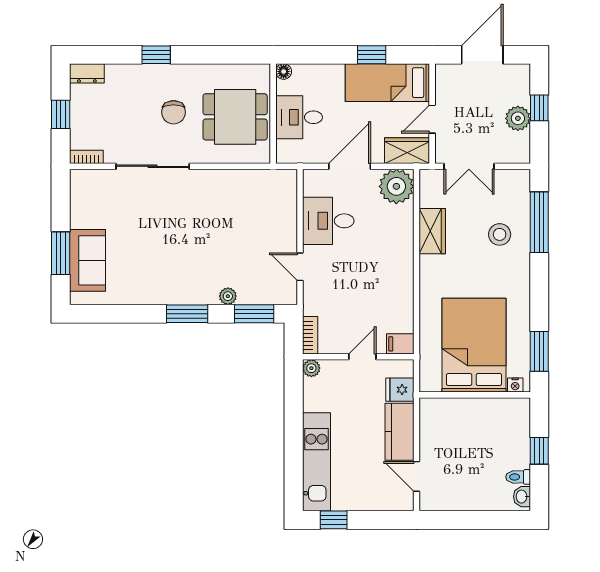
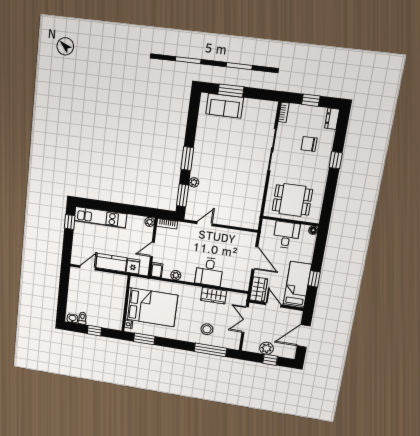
door: (482, 55) -> (304, 336), swing flipped
chair: (174, 112) -> (309, 144), moved
dining table: (235, 117) -> (292, 200), turned 90
plant: (396, 186) -> (176, 275), moved, width x0.53, depth x0.53
desk: (328, 221) -> (209, 272), moved, turned 180
door: (362, 357) -> (152, 249), swing flipped

